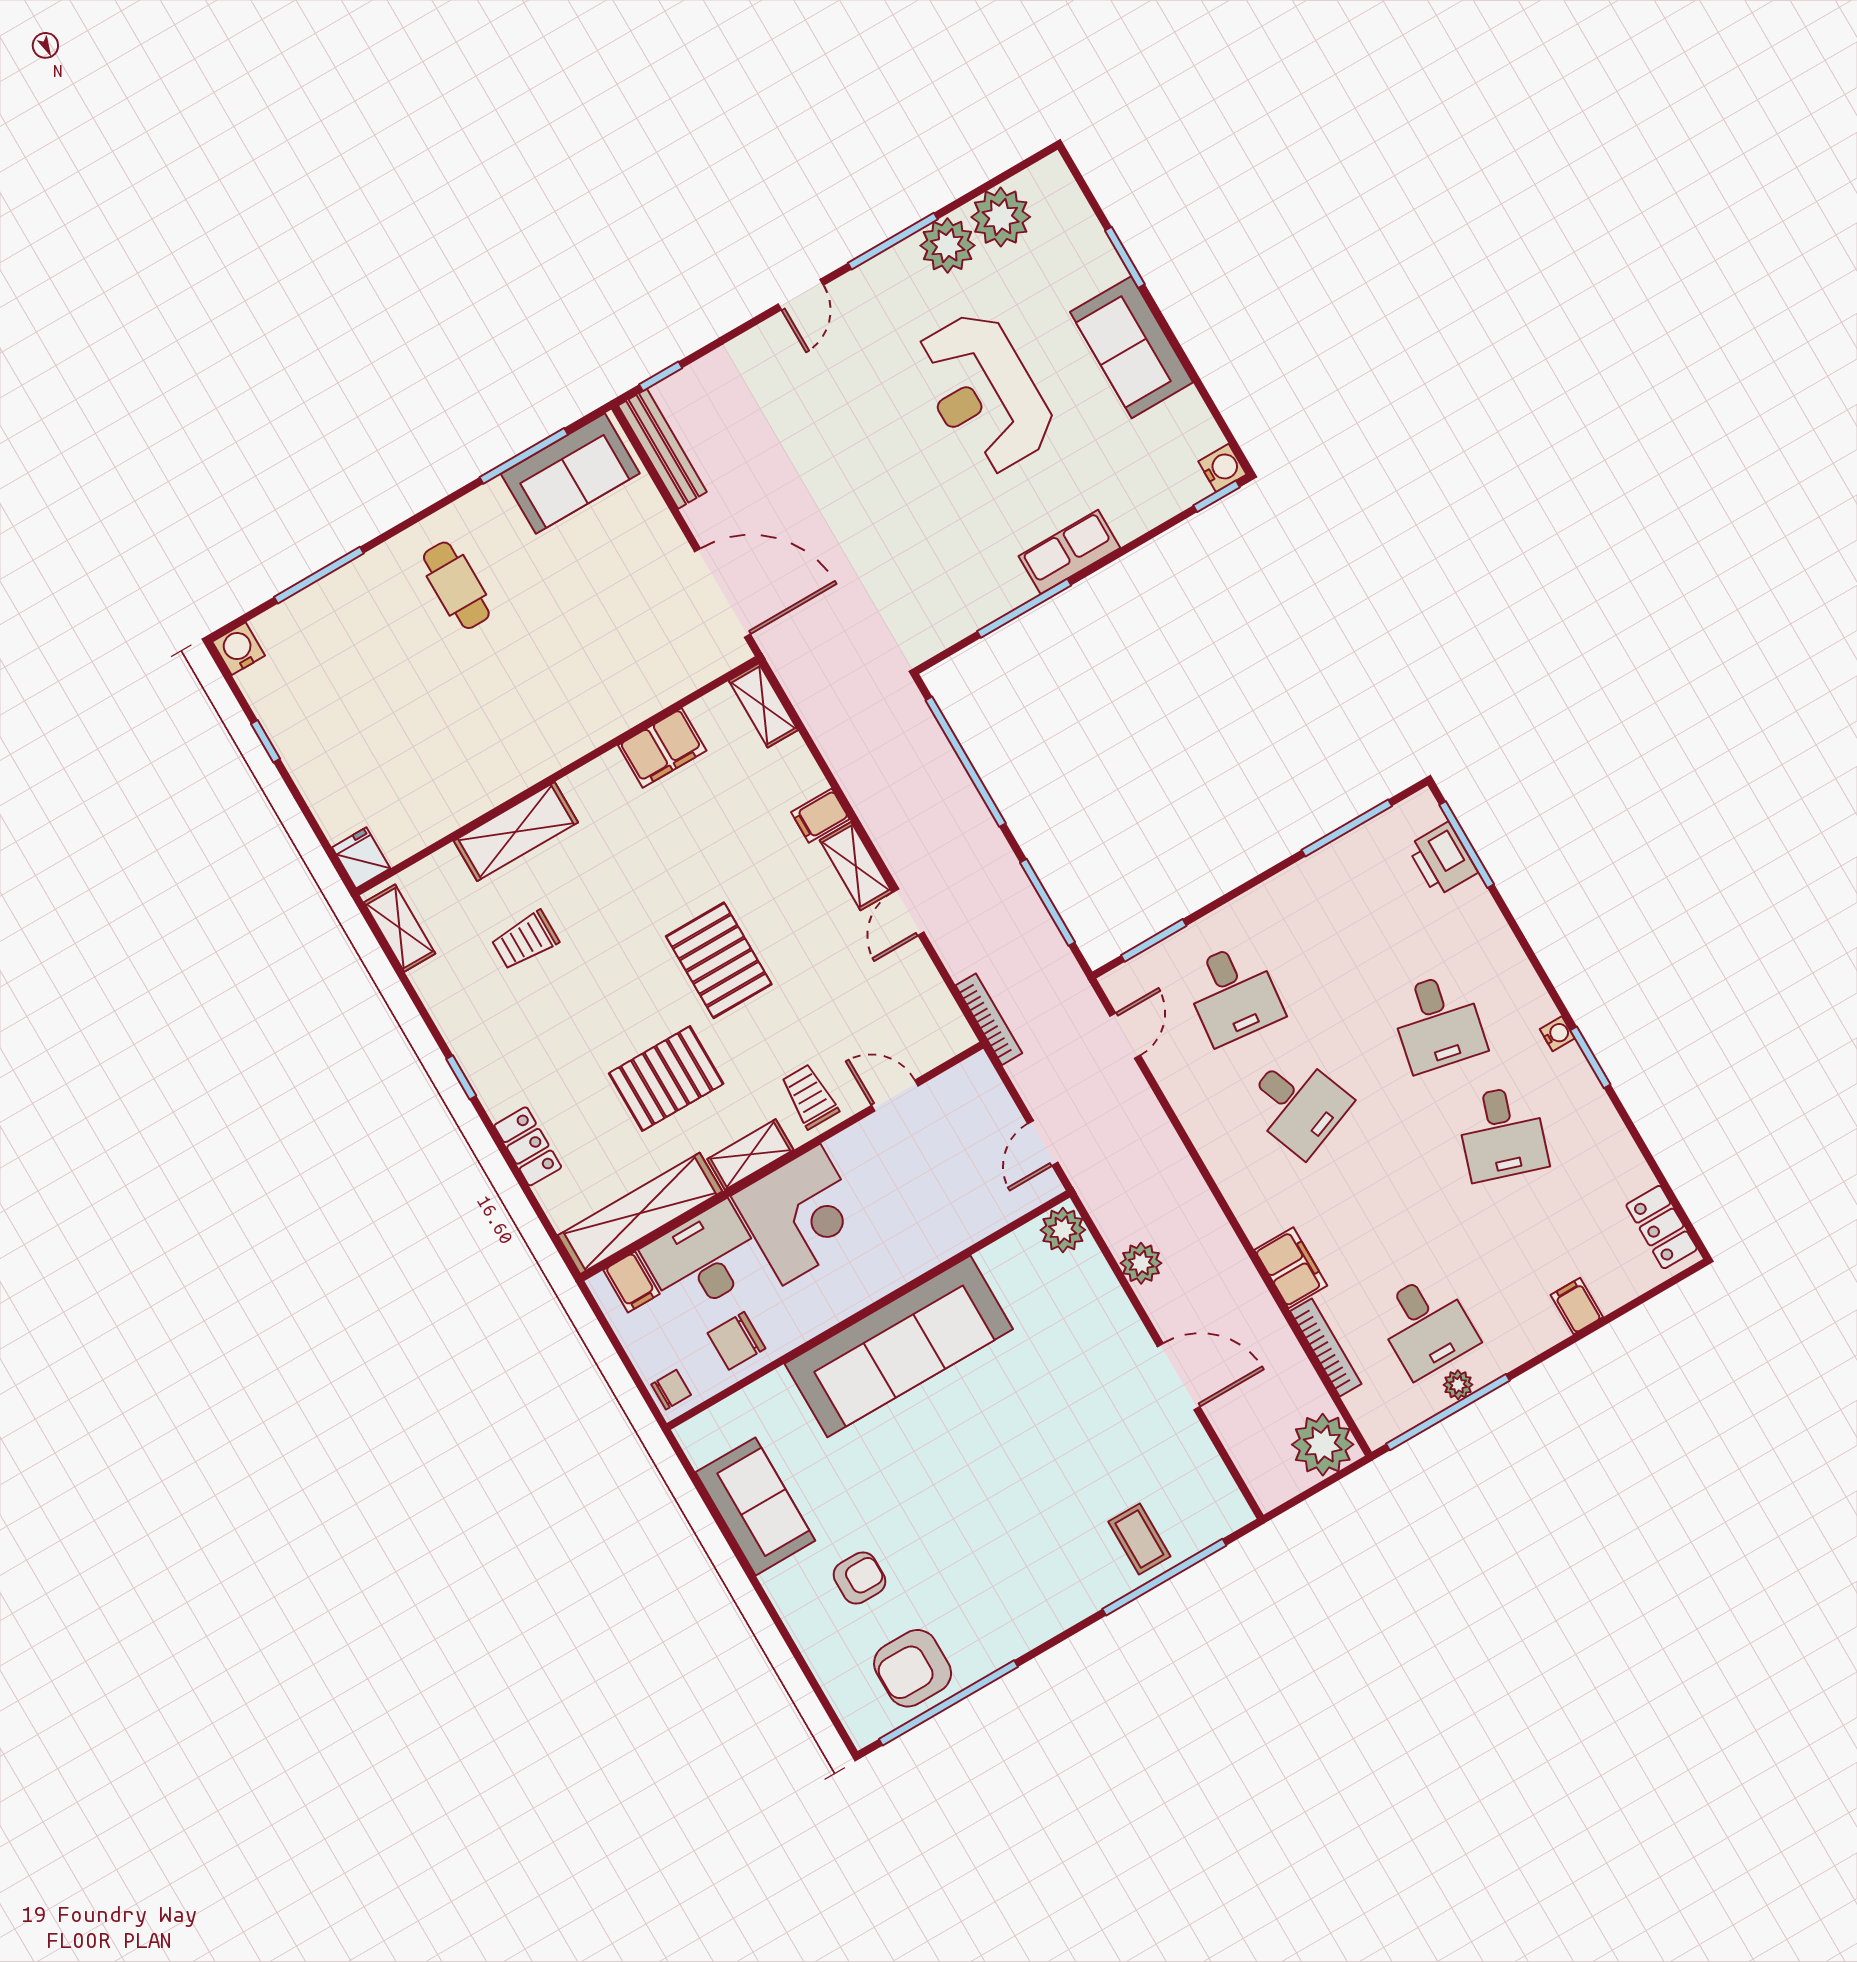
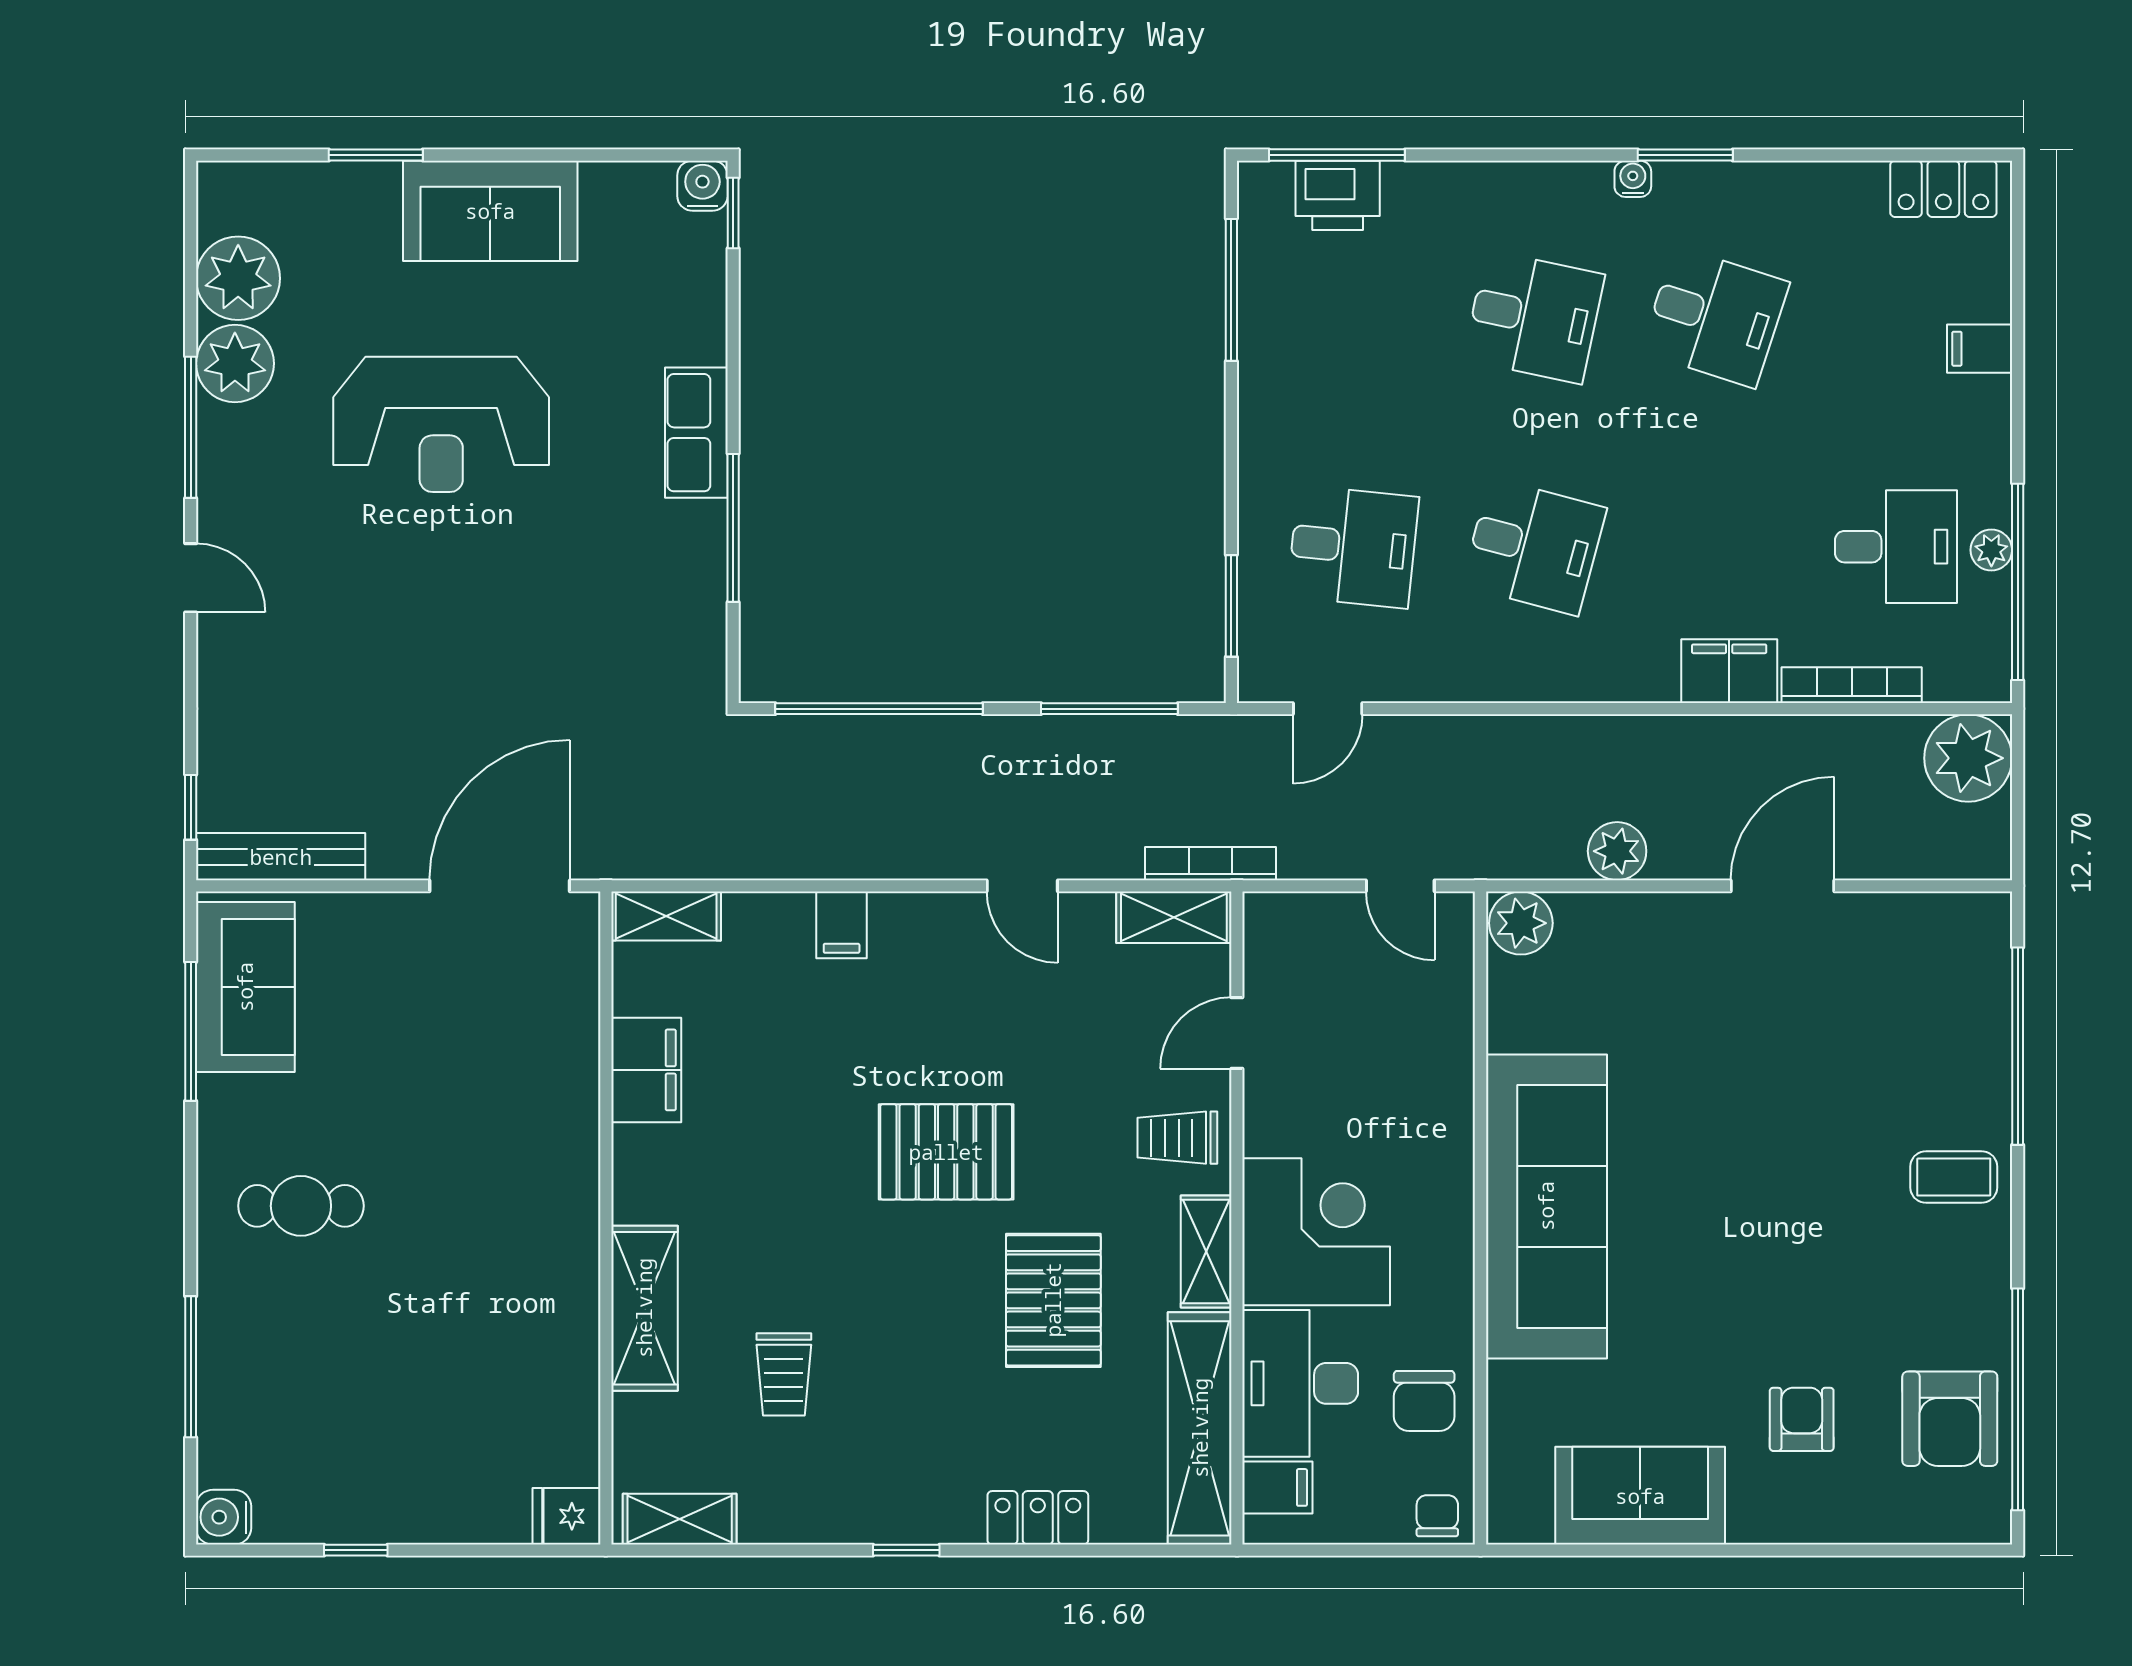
shelving: (856, 866) -> (1174, 917), moved
door: (1125, 1036) -> (1328, 709), swing flipped
desk: (1297, 1104) -> (1534, 547), turned 36
coffee table: (1139, 1539) -> (1954, 1177), moved

